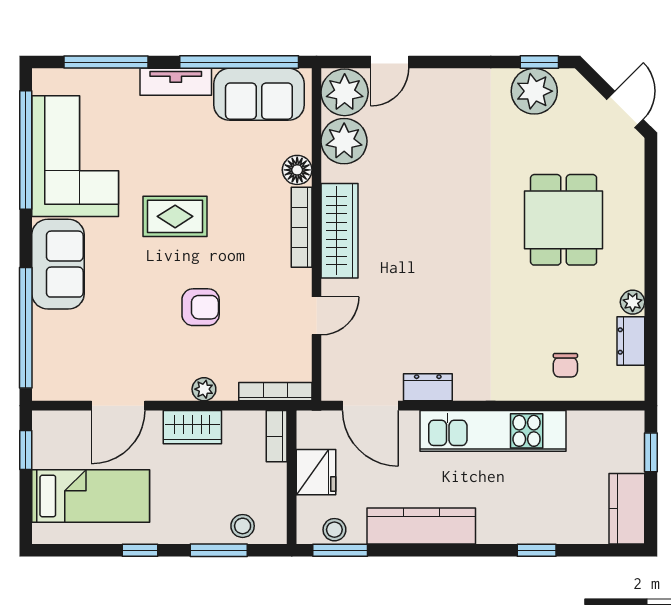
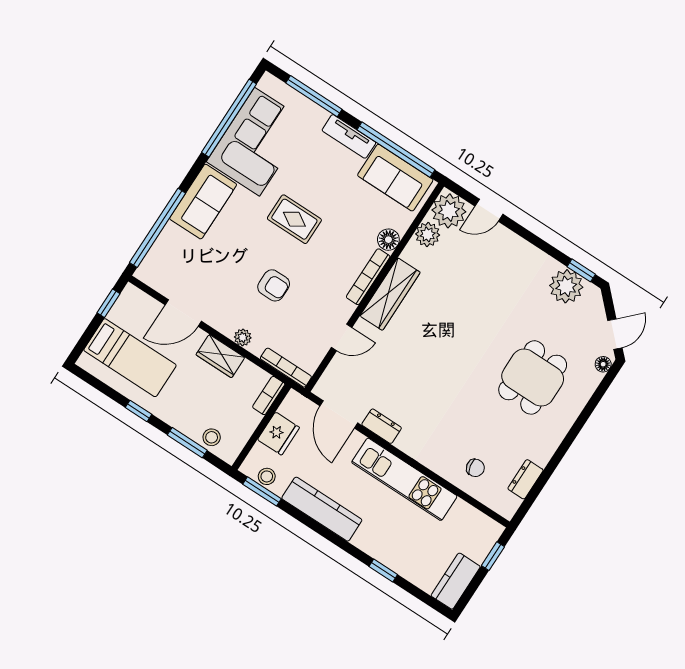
plant: (344, 141) -> (428, 234), width x0.73, depth x0.73
floor lamp: (634, 152) -> (603, 364), added
plant: (633, 302) -> (542, 456), removed
chair: (565, 365) -> (475, 468), turned -102

